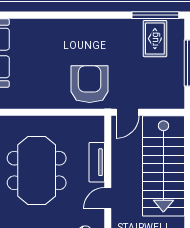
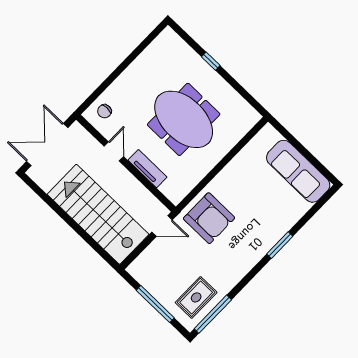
window: (60, 15) -> (280, 245), added
rug: (155, 39) -> (196, 297), turned 90
door: (127, 112) -> (162, 226), swing flipped

